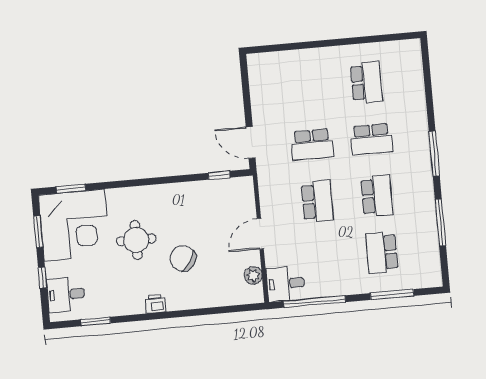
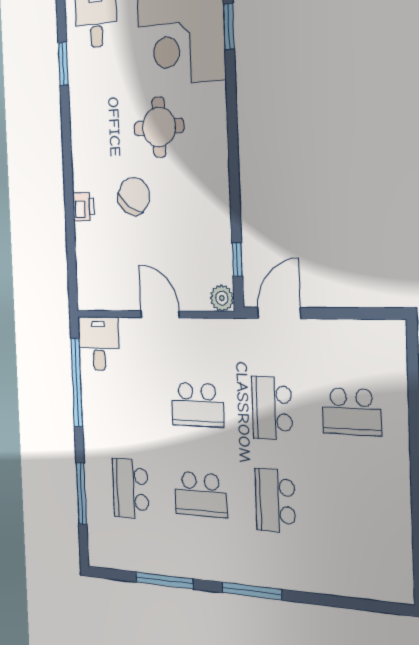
school desk: (366, 82) -> (352, 412), moved
school desk: (382, 253) -> (131, 489), turned -90
plant: (253, 275) -> (222, 298), moved
printer: (155, 304) -> (83, 207), moved

